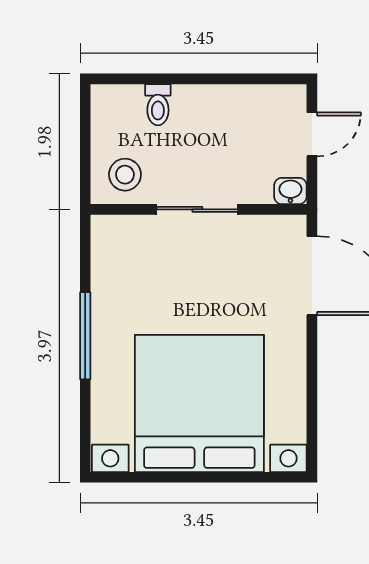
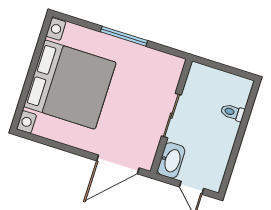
stool: (125, 175) -> (202, 84), removed
washbasin: (290, 191) -> (171, 160), width x1.91, depth x1.45

